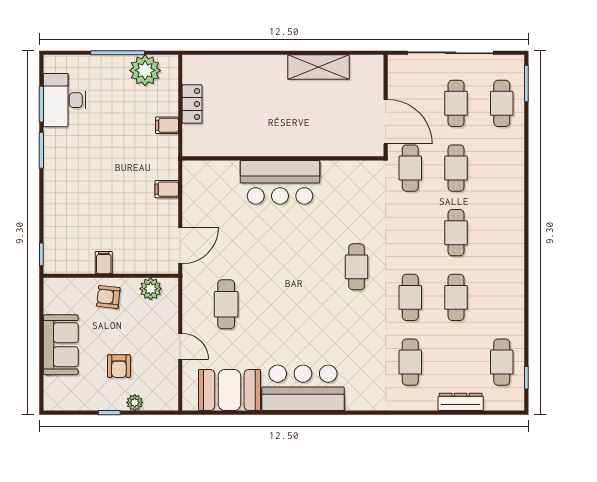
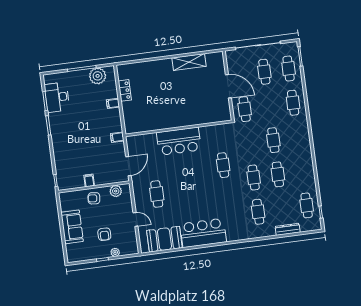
wall: (283, 158) -> (179, 128), moved
cafe table: (456, 168) -> (293, 103), moved
bar counter: (280, 182) -> (179, 141), moved

